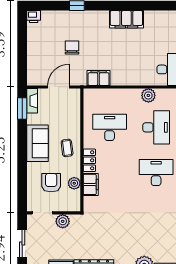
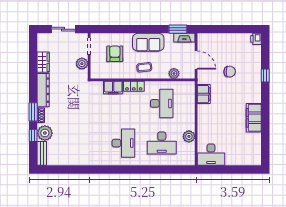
armchair: (51, 183) -> (115, 54), turned -90
plant: (74, 183) -> (174, 73), moved

